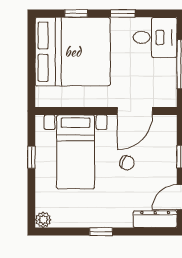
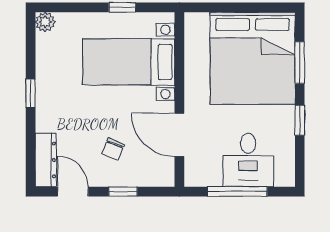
window: (76, 13) -> (300, 63), width x1.50
desk: (155, 37) -> (248, 160), moved
chair: (127, 163) -> (113, 149), moved

